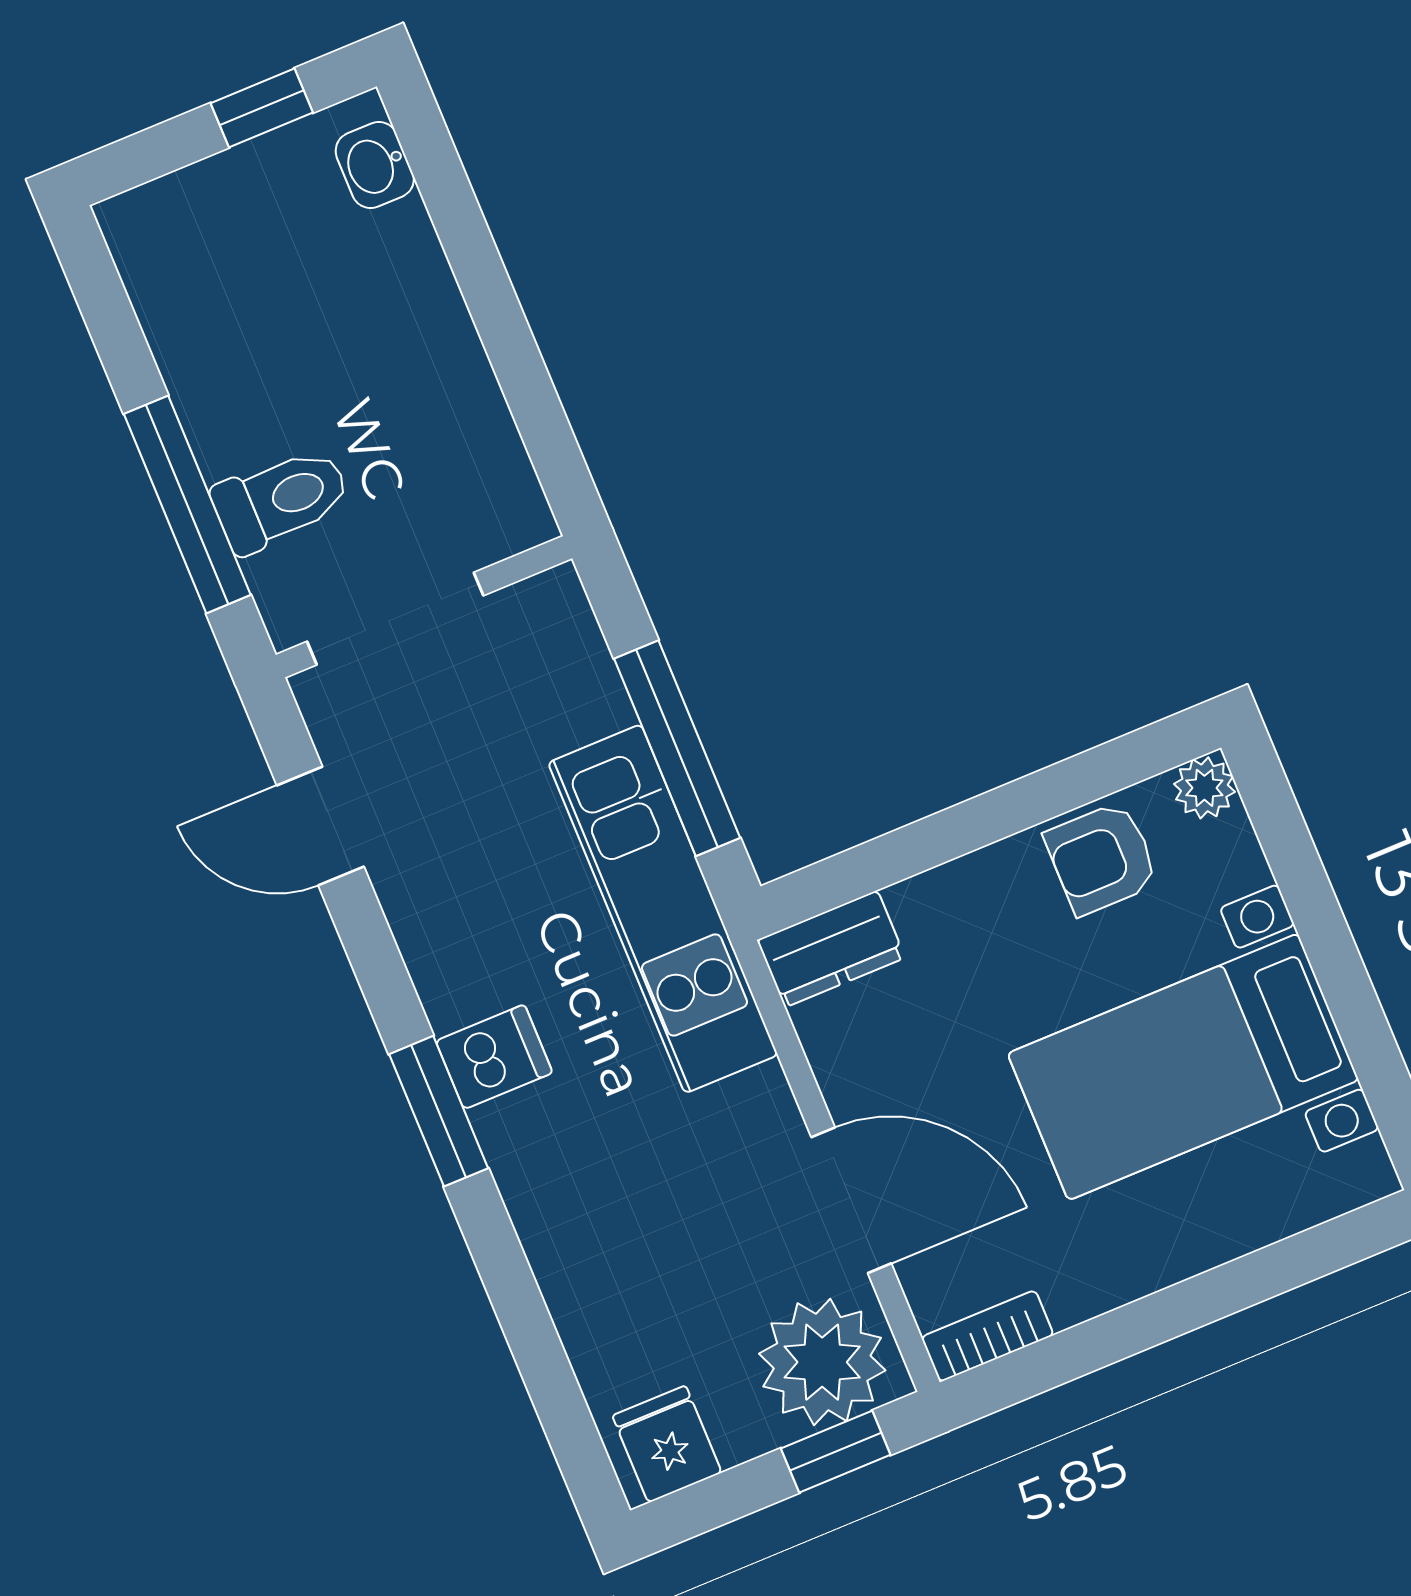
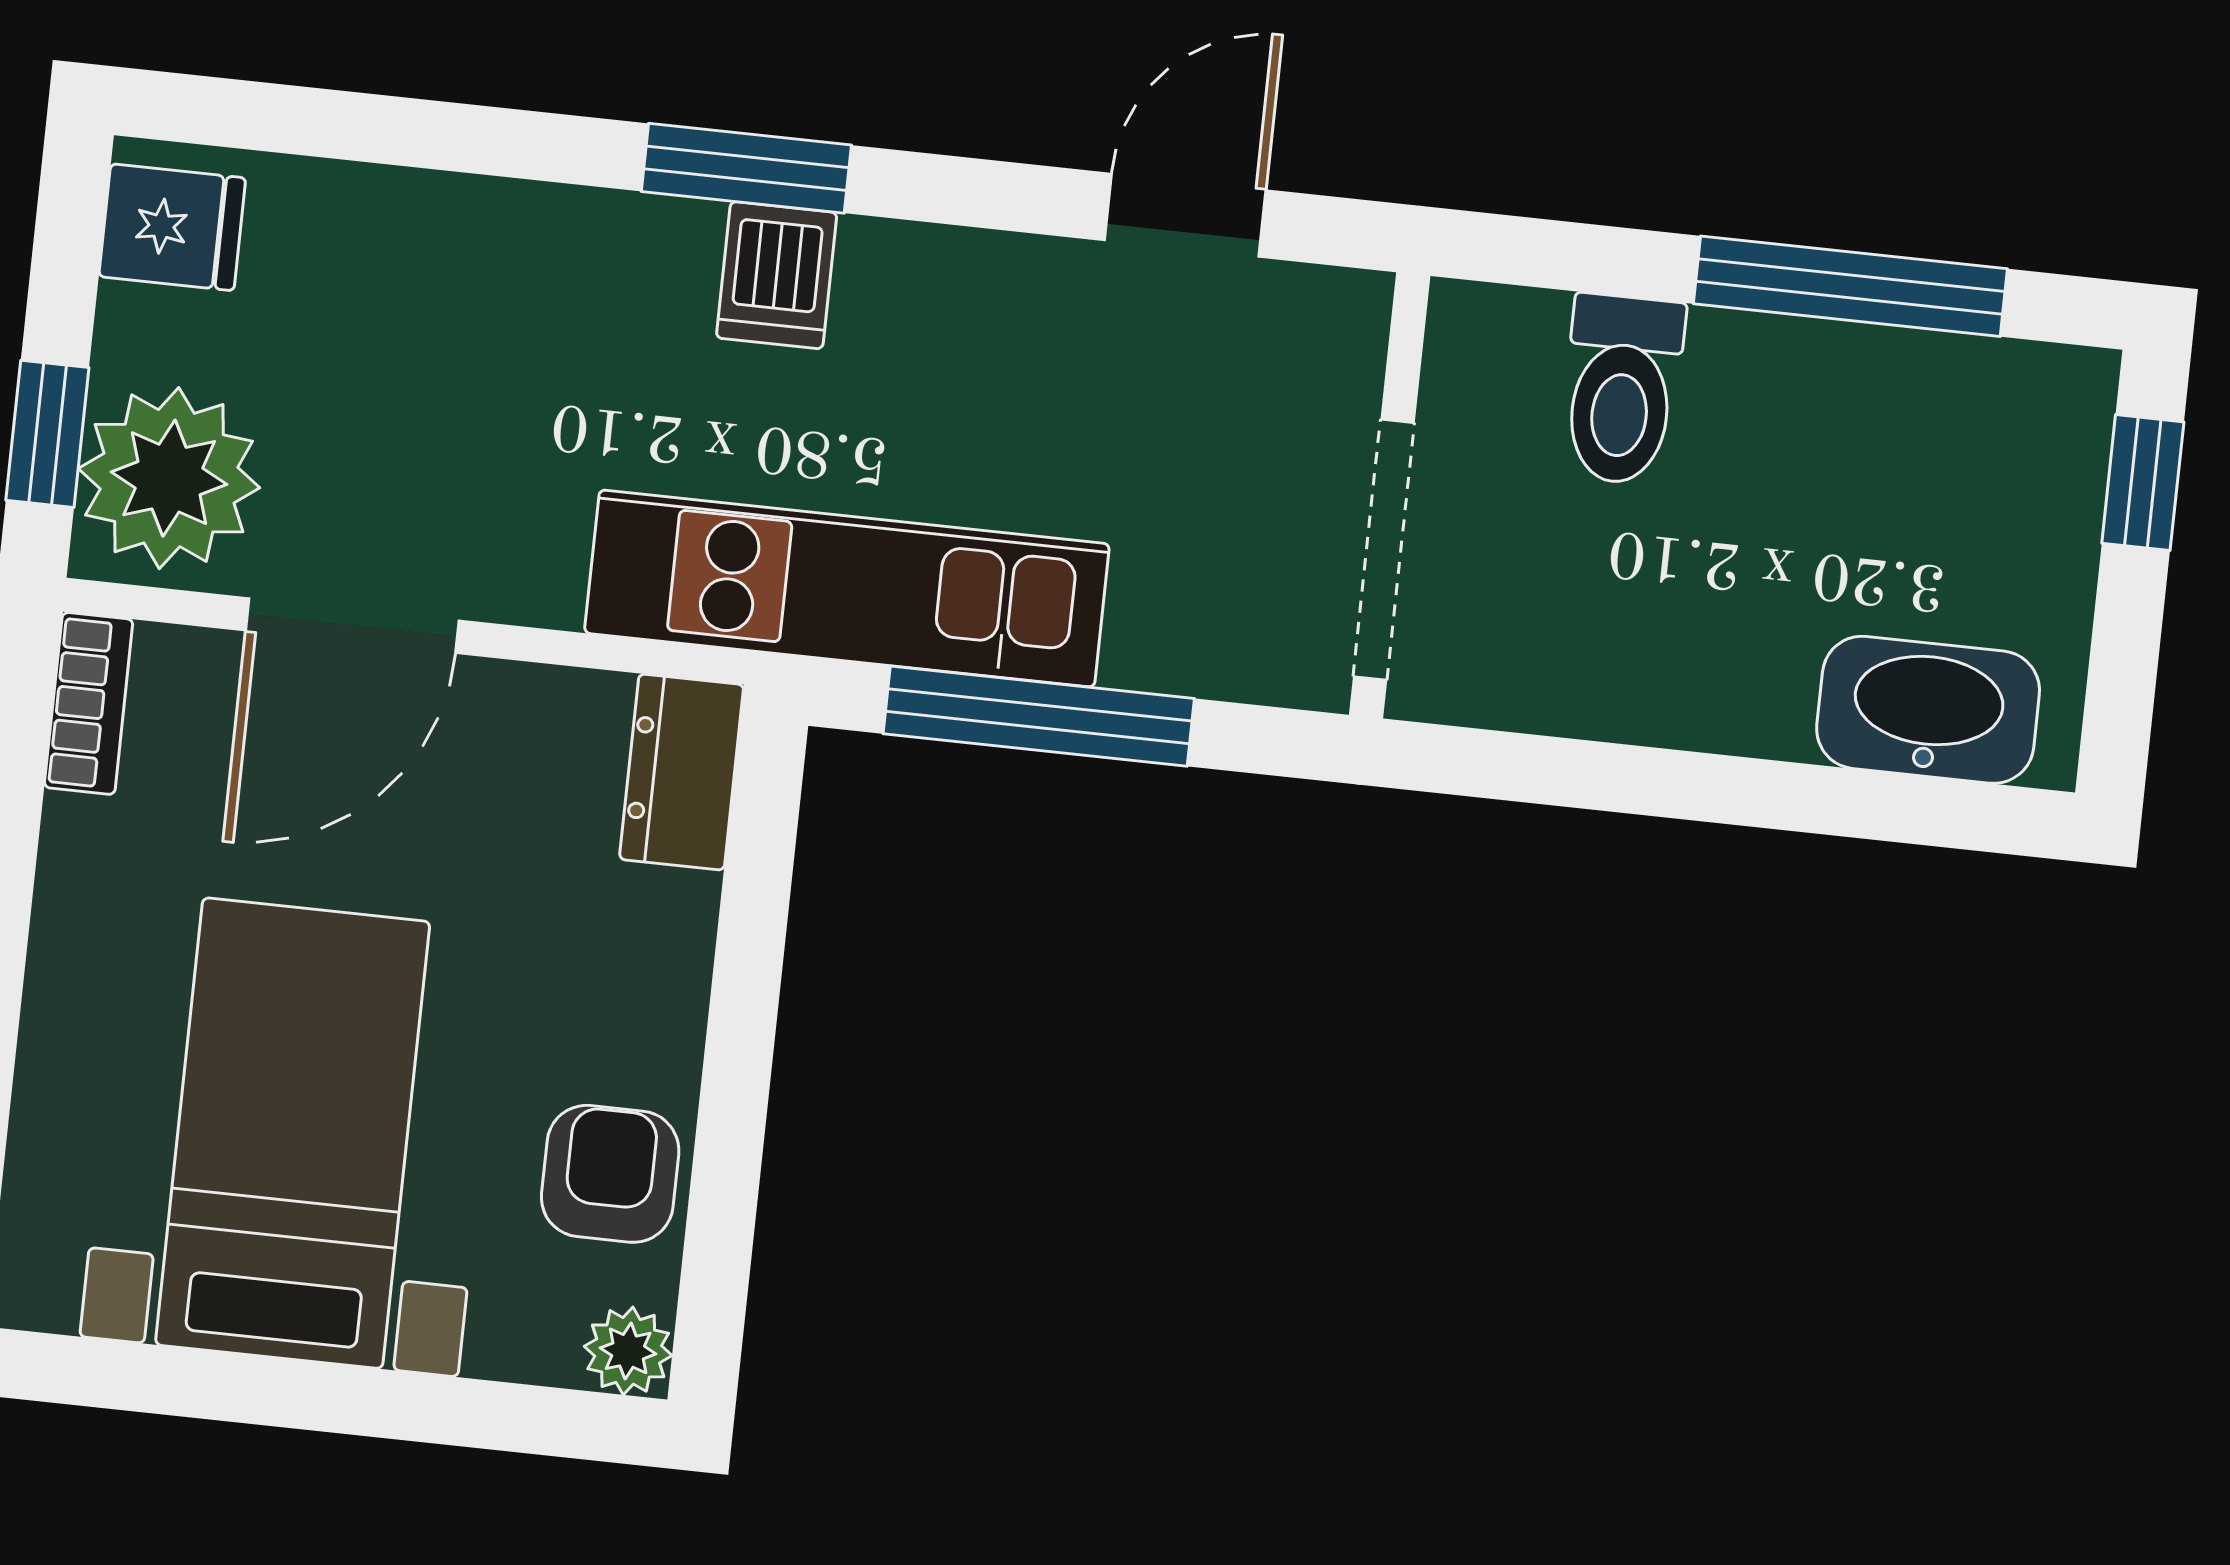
window: (262, 108) -> (2143, 483), moved
washbasin: (375, 165) -> (1928, 710), width x1.91, depth x1.45
window: (187, 504) -> (1850, 286), moved
doorway: (395, 619) -> (1384, 550), moved

